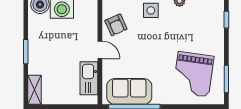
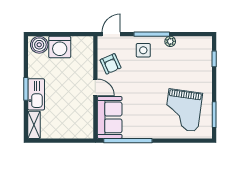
kitchen sink: (89, 78) -> (36, 94), moved, turned 180
sofa: (129, 91) -> (110, 117), moved, turned 90

